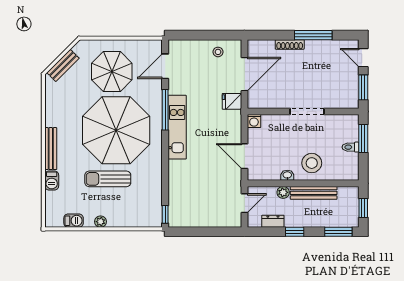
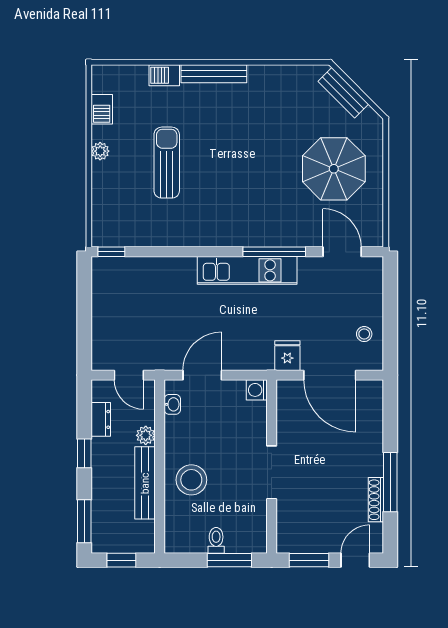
shoe rack: (290, 44) -> (376, 500), moved
parasol: (116, 130) -> (242, 175), removed
washbasin: (287, 175) -> (172, 404), moved

